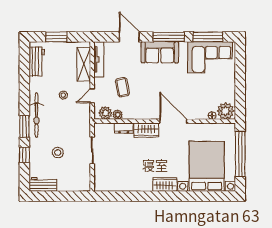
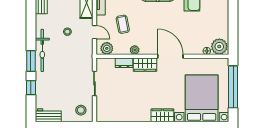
door: (92, 96) -> (94, 32), swing flipped
plant: (118, 115) -> (135, 50), moved
stool: (58, 153) -> (81, 110), moved

